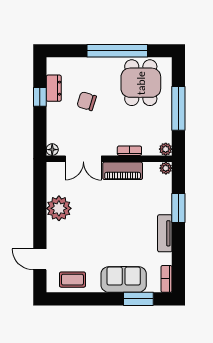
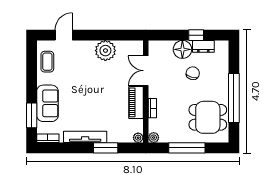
floor lamp: (52, 150) -> (182, 49), moved, width x1.89, depth x1.89
tv unit: (165, 233) -> (85, 137), width x1.41

